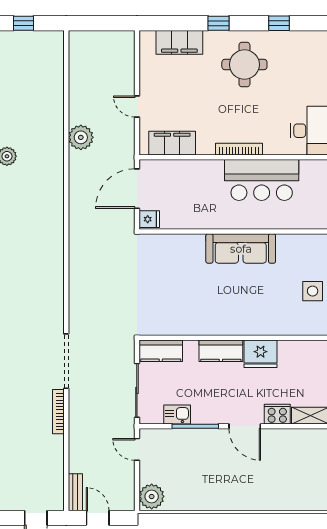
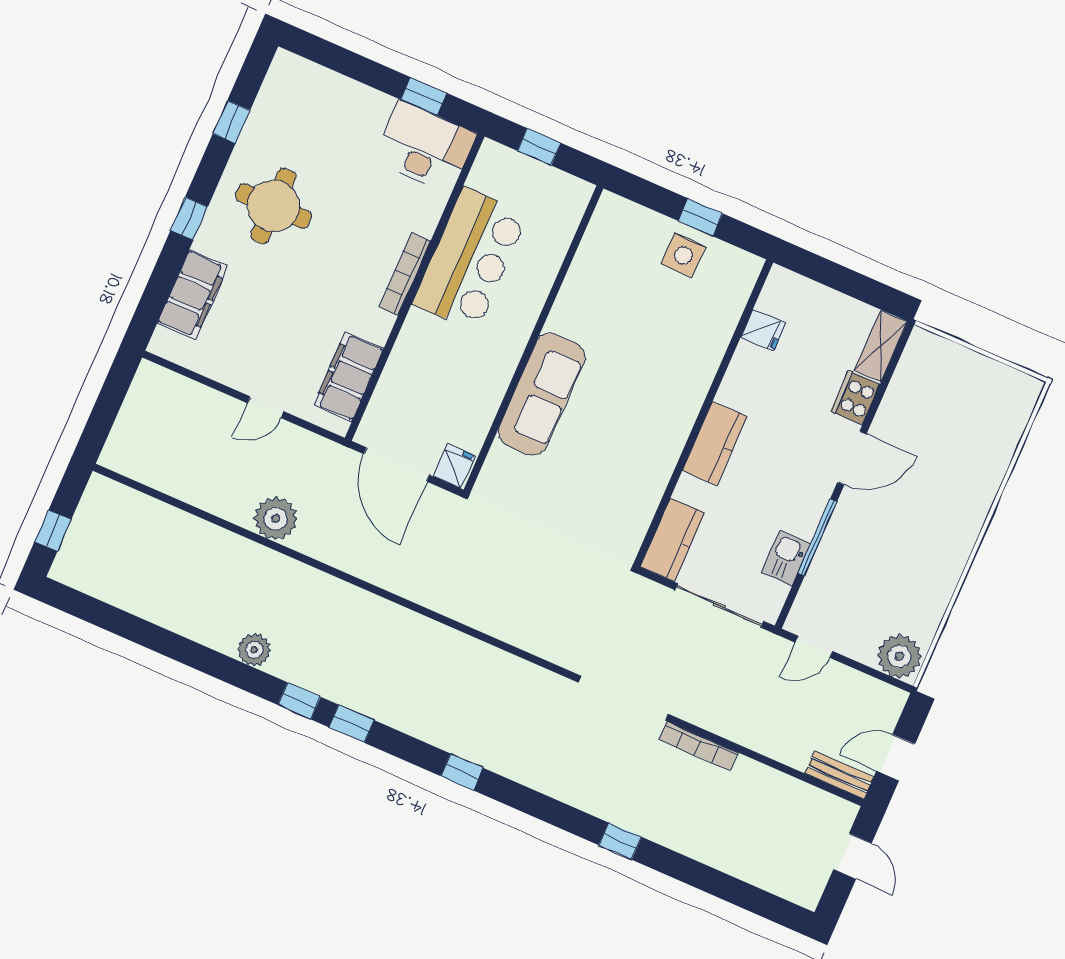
sofa: (241, 249) -> (542, 394), moved
fridge: (261, 354) -> (763, 330), moved, width x0.53, depth x0.75

